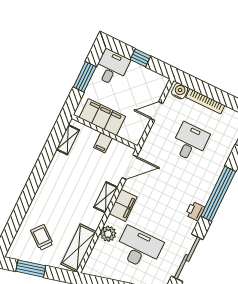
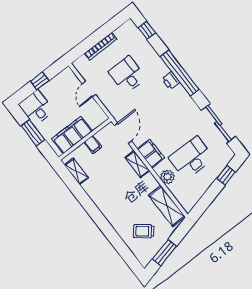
water cooler: (180, 91) -> (82, 63), removed
printer: (195, 211) -> (171, 81), moved

